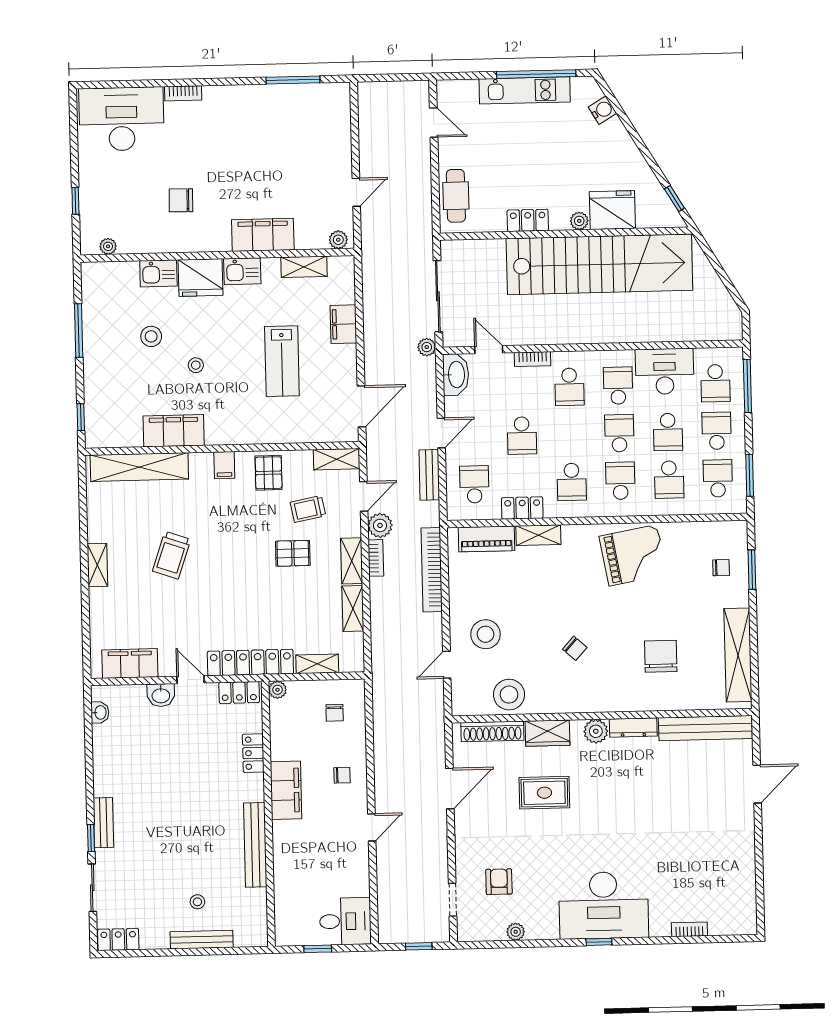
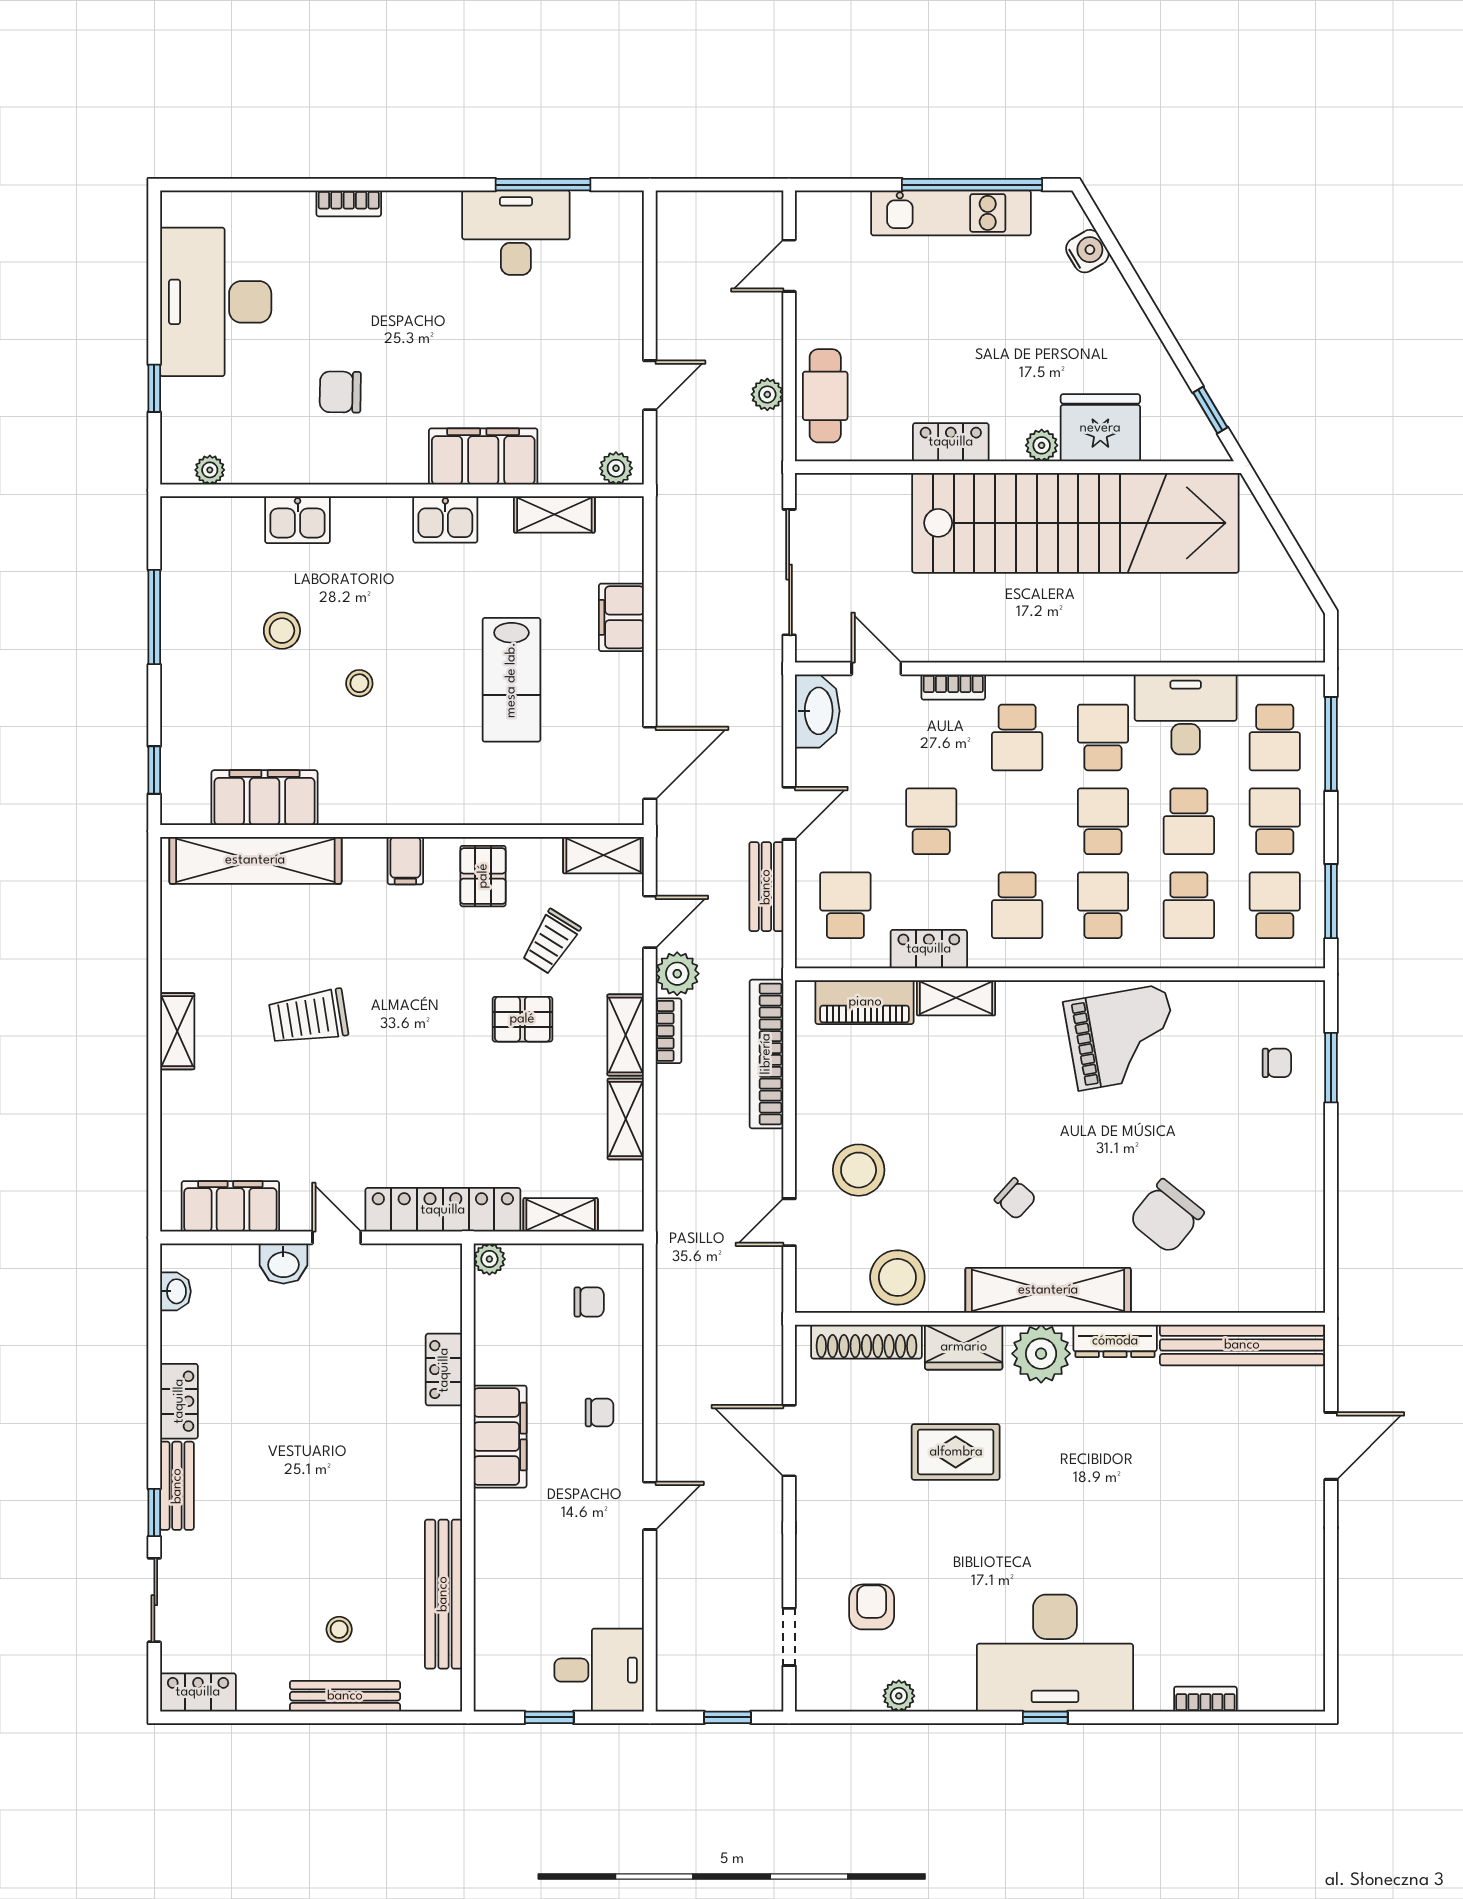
desk: (278, 108) -> (516, 233), added
desk: (122, 119) -> (216, 302), moved, turned -90
door: (434, 123) -> (789, 266), swing flipped
fridge: (201, 278) -> (372, 529), removed
plant: (427, 347) -> (767, 394), moved
filing cabinet: (174, 431) -> (265, 798), moved
school desk: (522, 436) -> (931, 821), turned 180
trolley: (308, 509) -> (551, 942), turned -47
trolley: (172, 555) -> (308, 1017), turned 62
shelving: (738, 655) -> (1048, 1290), moved, turned 90
chair: (661, 656) -> (1166, 1216), turned -141
locker: (239, 692) -> (179, 1401), moved, turned -90
chair: (335, 713) -> (589, 1302), turned -90
plant: (596, 731) -> (1041, 1354), width x1.36, depth x1.36
door: (450, 789) -> (789, 1441), swing flipped
bench: (255, 845) -> (443, 1594), moved

